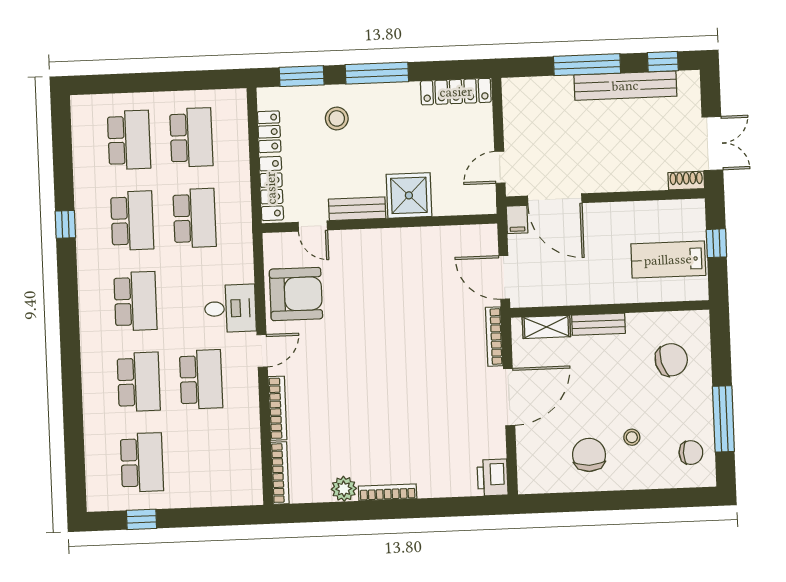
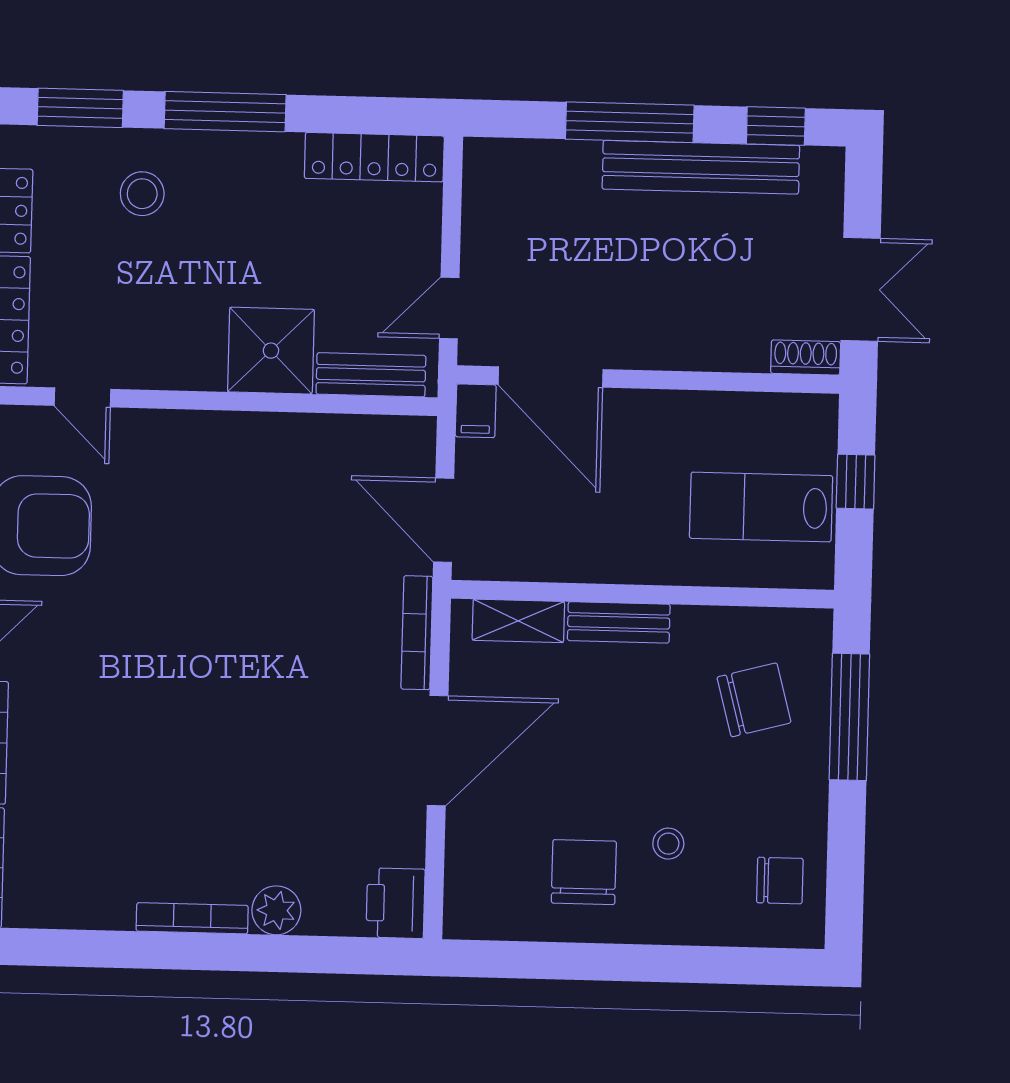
bench: (357, 209) -> (371, 375), moved
window: (723, 419) -> (849, 717), moved
plant: (344, 489) -> (276, 910), moved

